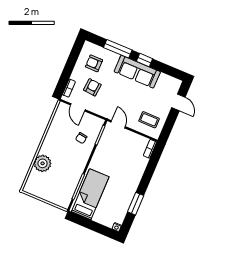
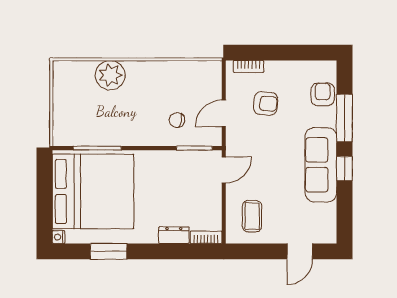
armchair: (94, 63) -> (323, 94), moved
door: (78, 107) -> (224, 113), moved
dresser: (142, 165) -> (174, 235), added
bed: (90, 194) -> (93, 191), width x2.04

